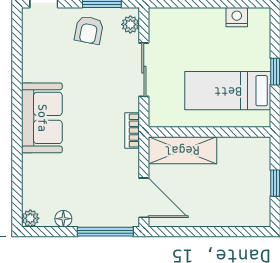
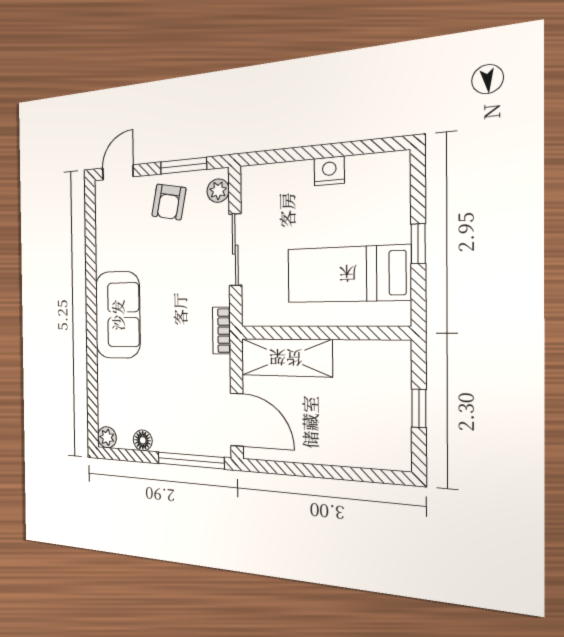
nightstand: (237, 17) -> (329, 171), moved

